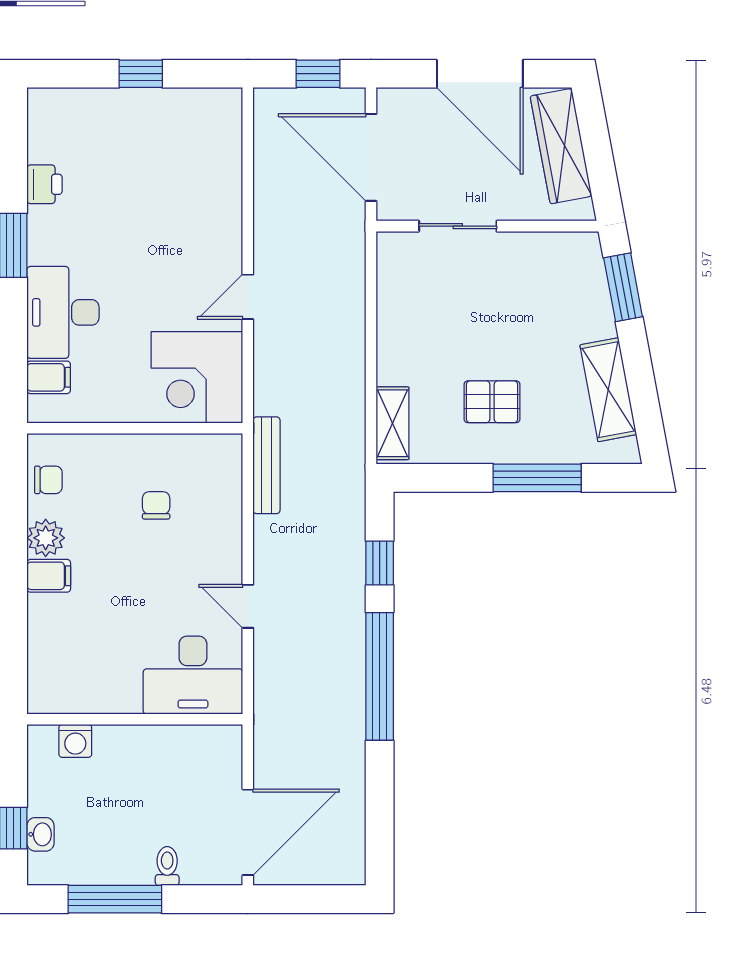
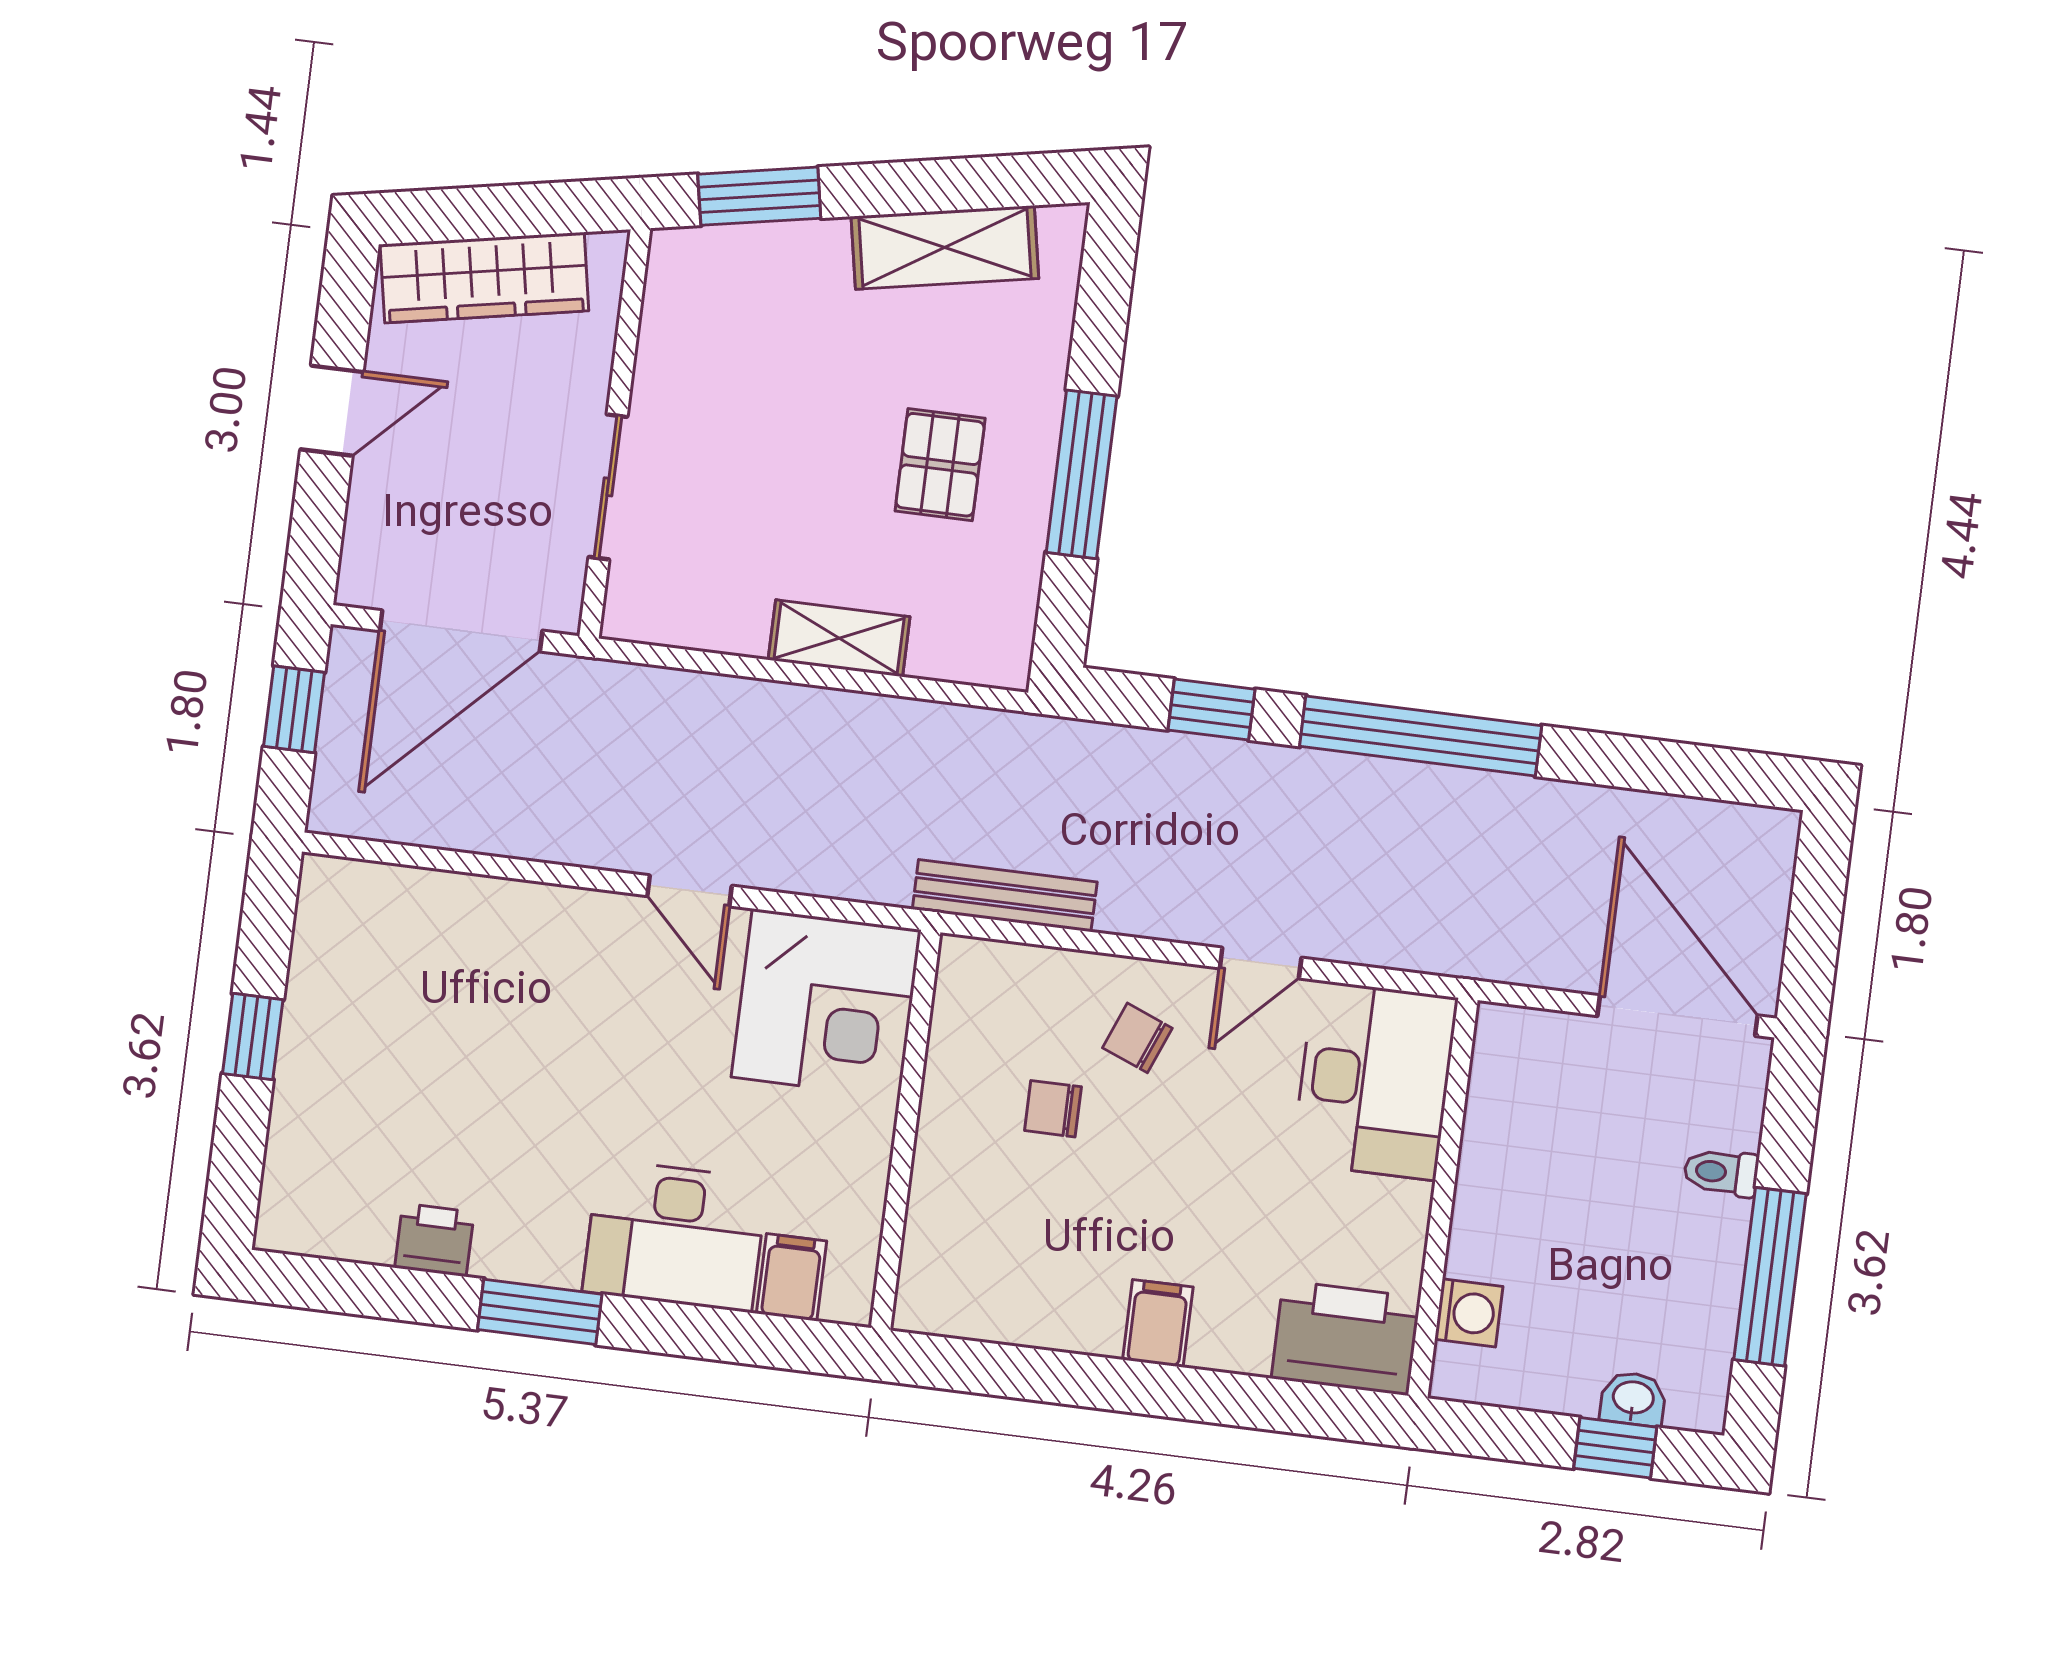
door: (480, 74) -> (332, 411), width x0.53
shelving: (393, 423) -> (839, 638), moved
window: (537, 478) -> (1082, 474), moved
chair: (48, 480) -> (1137, 1038), moved, turned -68
plant: (46, 538) -> (1087, 1320), removed
printer: (54, 677) -> (1346, 1338), added

